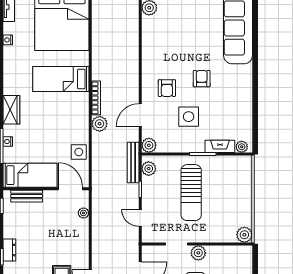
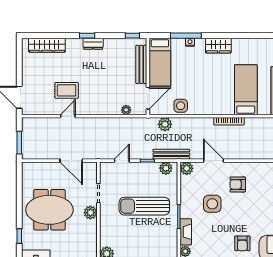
armchair: (202, 79) -> (242, 243), moved, turned 90
plant: (100, 124) -> (165, 124), moved
bench: (27, 196) -> (141, 64), width x1.36

